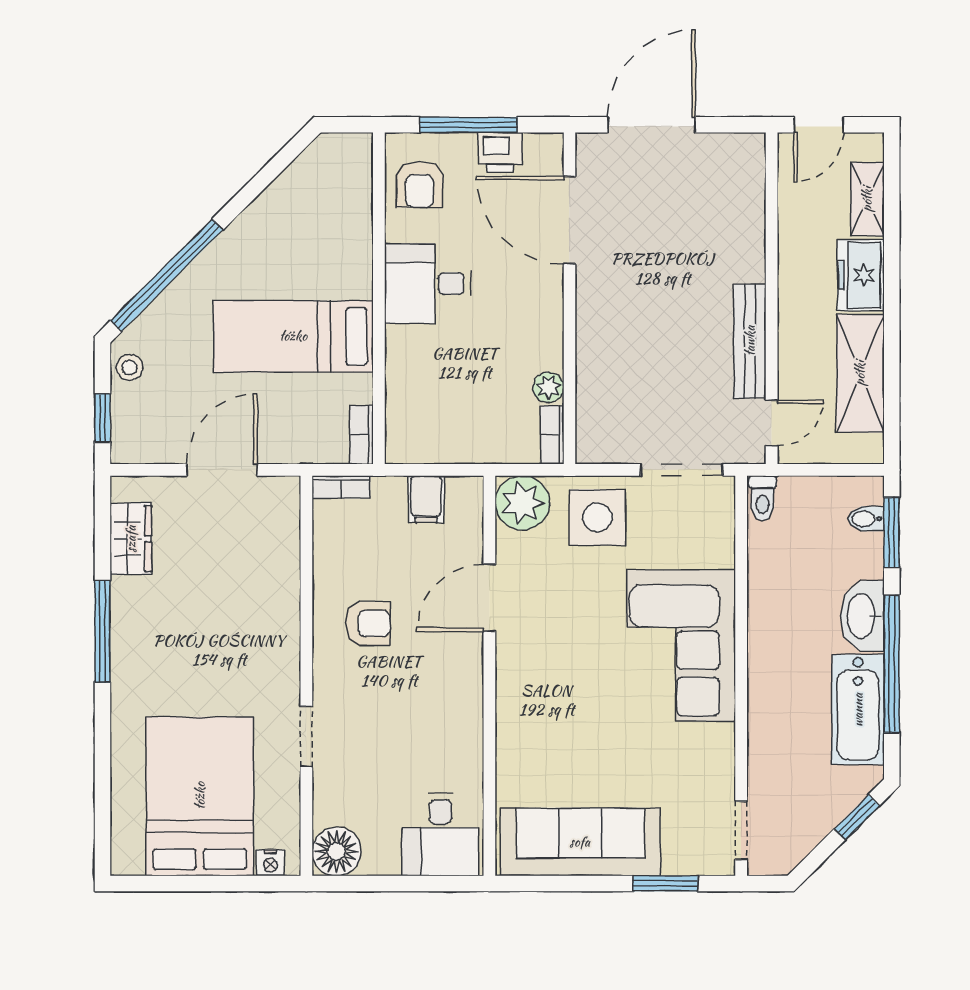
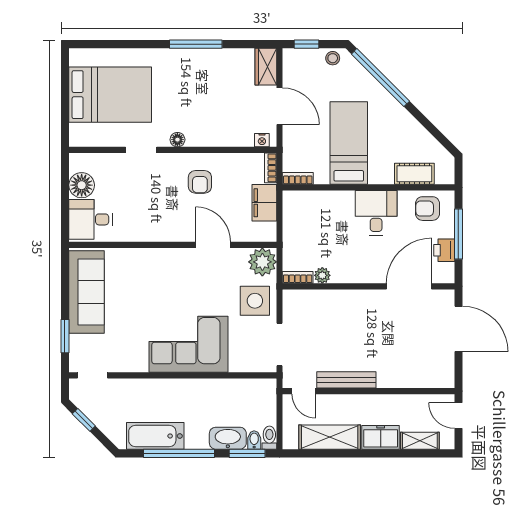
cot: (352, 210) -> (414, 174), added
toilet: (763, 498) -> (269, 438), moved, turned 90
filing cabinet: (426, 499) -> (264, 203), width x2.00
wardrobe: (131, 539) -> (266, 67), moved, turned 90
washbasin: (862, 616) -> (228, 438), moved
floor lamp: (287, 667) -> (177, 140), added
window: (857, 817) -> (84, 420), moved
floor lamp: (337, 851) -> (82, 185), moved
nightstand: (270, 863) -> (262, 140), moved, turned -90

